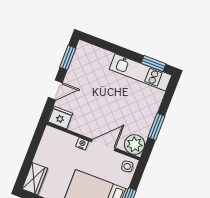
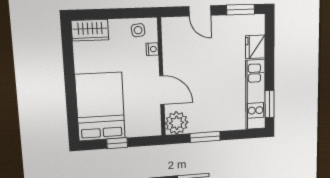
fridge: (60, 118) -> (255, 47), moved, turned 180
nightstand: (82, 144) -> (152, 49), moved
side table: (127, 166) -> (138, 30), moved

